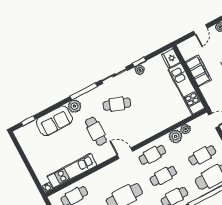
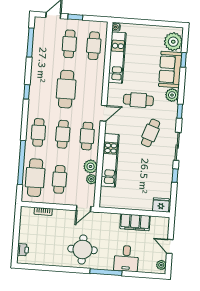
plant: (140, 70) -> (173, 42), moved, width x1.88, depth x1.88
kitchen unit: (186, 89) -> (110, 160), moved, turned 90
window: (84, 91) -> (180, 111), width x0.46
window: (28, 121) -> (184, 60), moved

